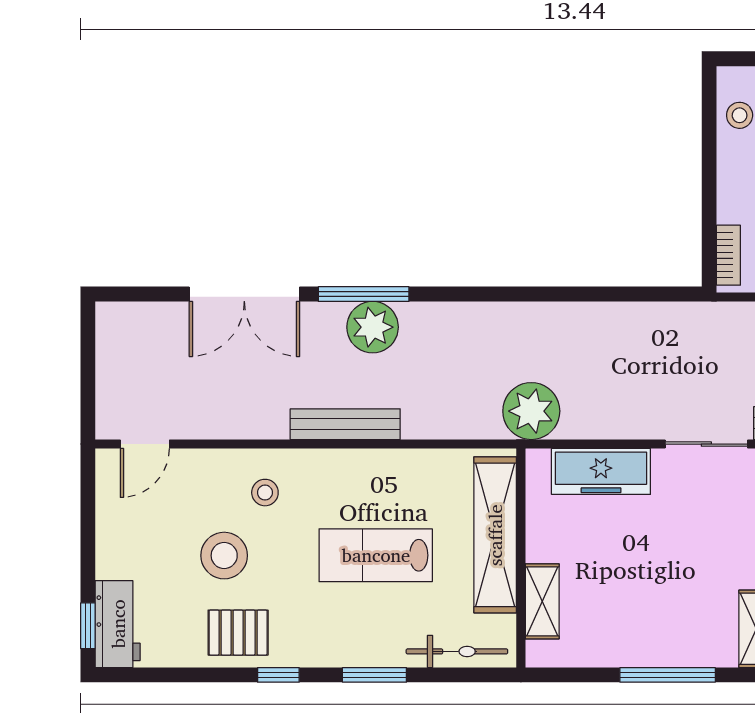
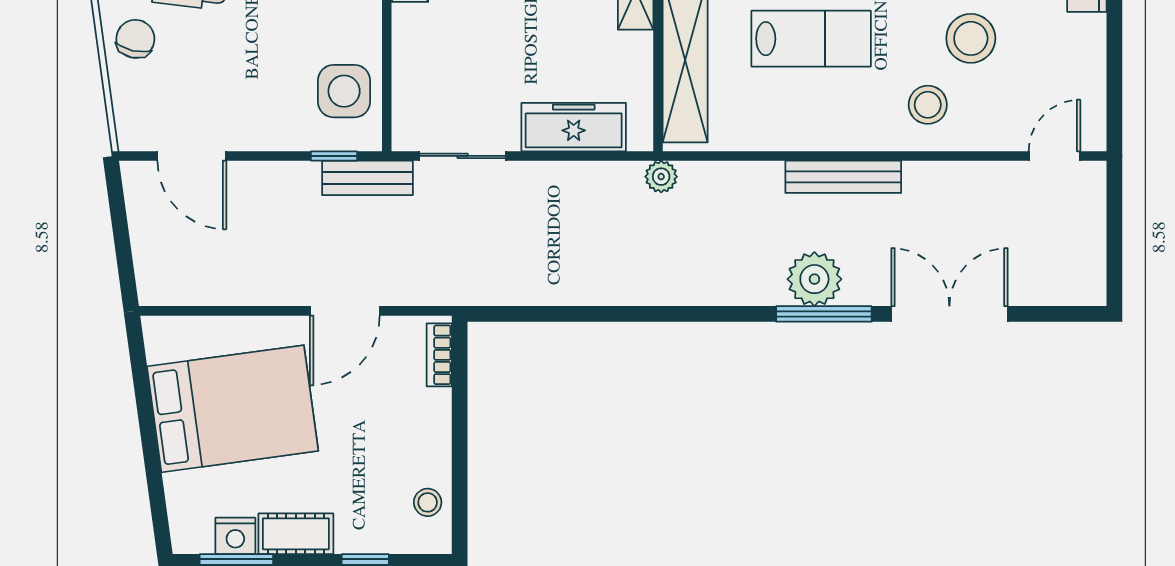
plant: (531, 411) -> (661, 177), width x0.53, depth x0.53
stool: (265, 493) -> (928, 105), width x1.37, depth x1.37

